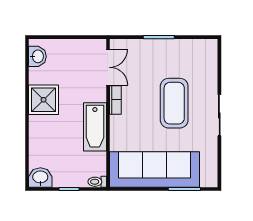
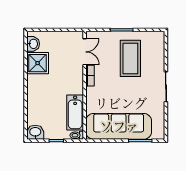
shower: (44, 100) -> (38, 63), moved
coffee table: (174, 103) -> (130, 58), moved
bathtub: (95, 127) -> (75, 113), moved

